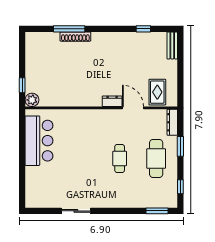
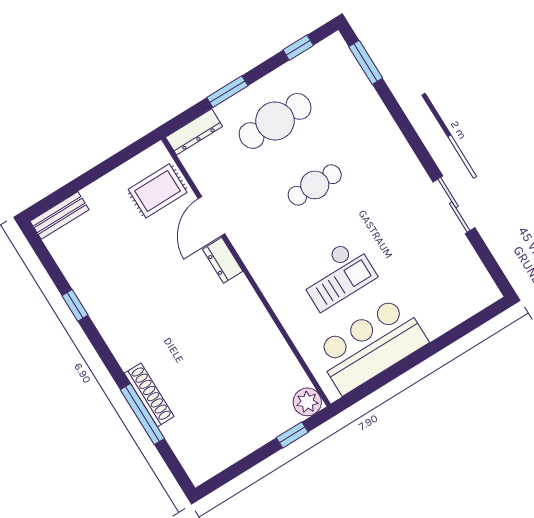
window: (143, 29) -> (75, 305), moved
checkout: (77, 145) -> (337, 275), added

